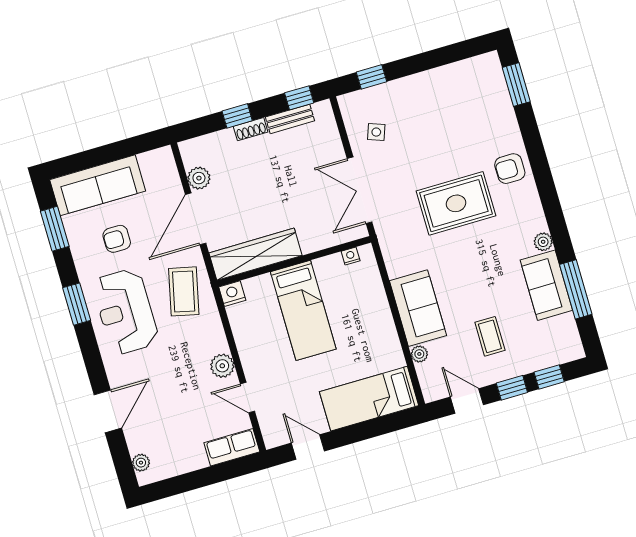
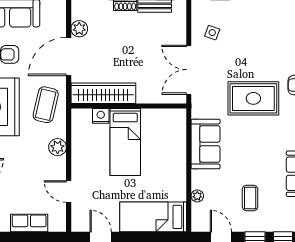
nightstand: (351, 256) -> (169, 114), removed
nightstand: (232, 294) -> (101, 116), moved
sofa: (418, 308) -> (206, 144), moved
plant: (222, 366) -> (58, 147), moved
row of seats: (232, 447) -> (29, 223), moved

